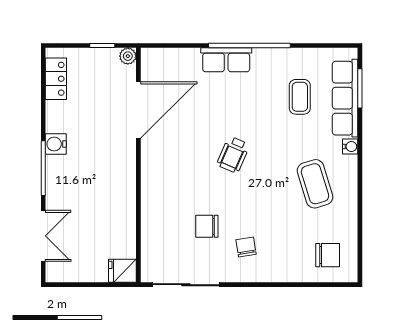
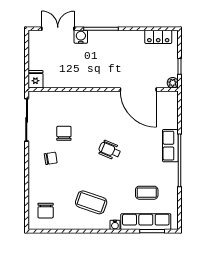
water cooler: (56, 144) -> (81, 37), moved
coffee table: (315, 184) -> (91, 202), turned 36
double door: (43, 236) -> (58, 29), swing flipped

